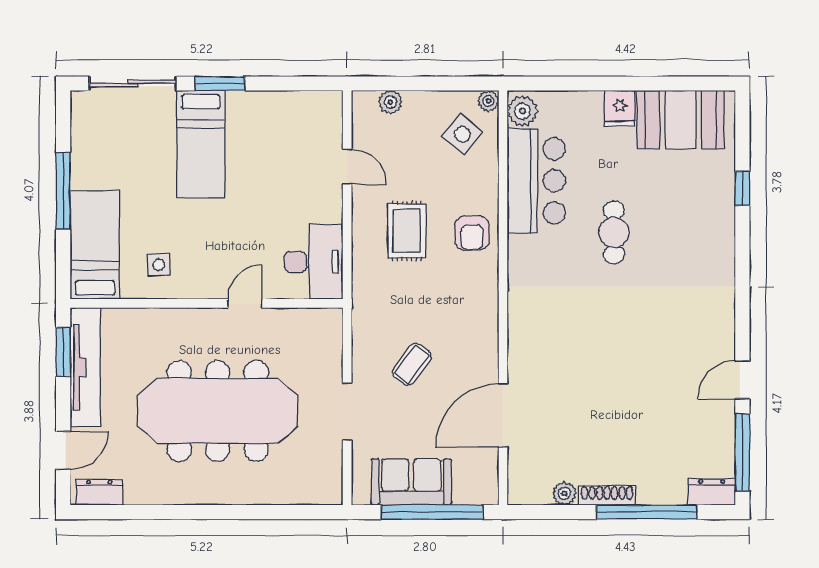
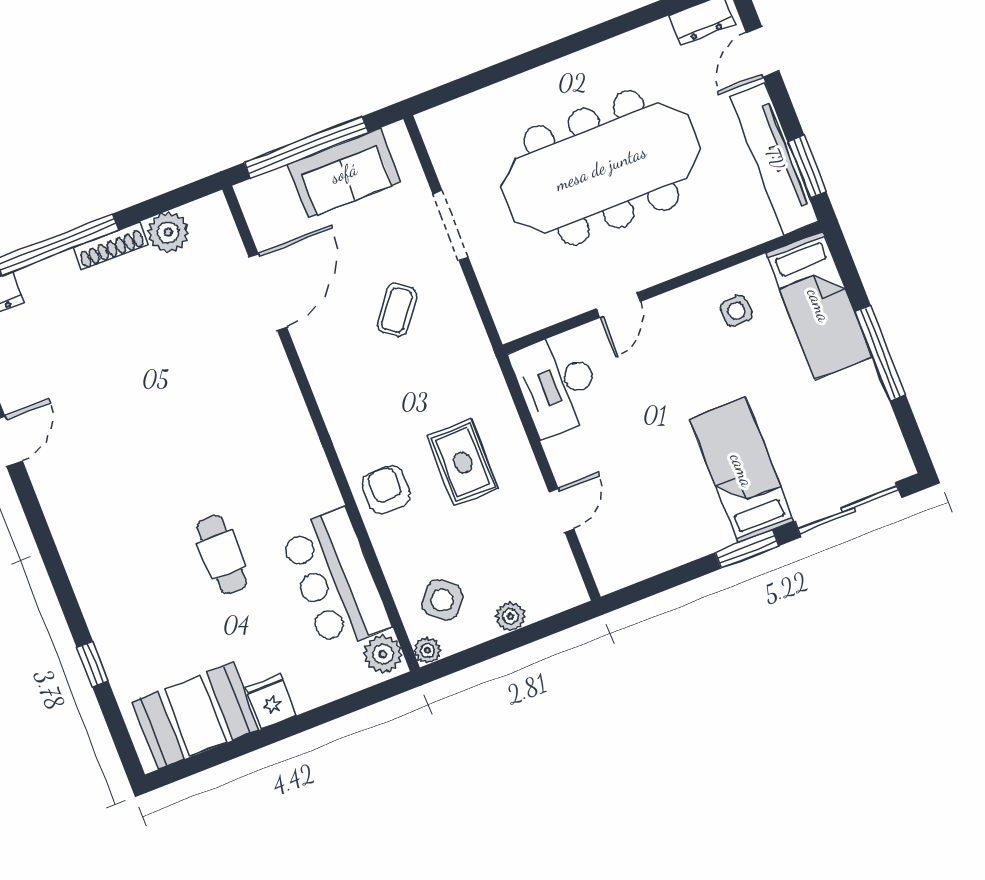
plant: (390, 102) -> (510, 616), moved
door: (347, 167) -> (561, 510), swing flipped
plant: (564, 493) -> (168, 232), width x1.38, depth x1.38

